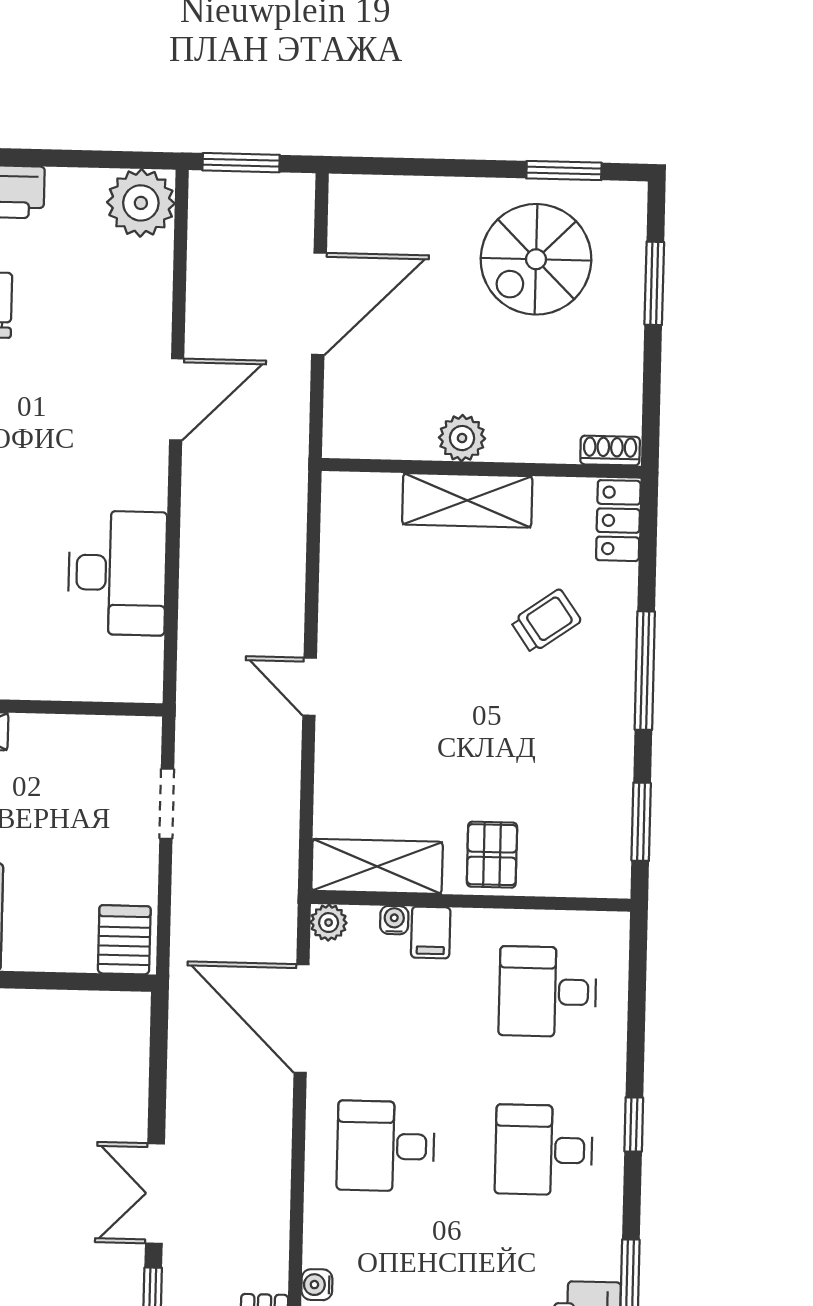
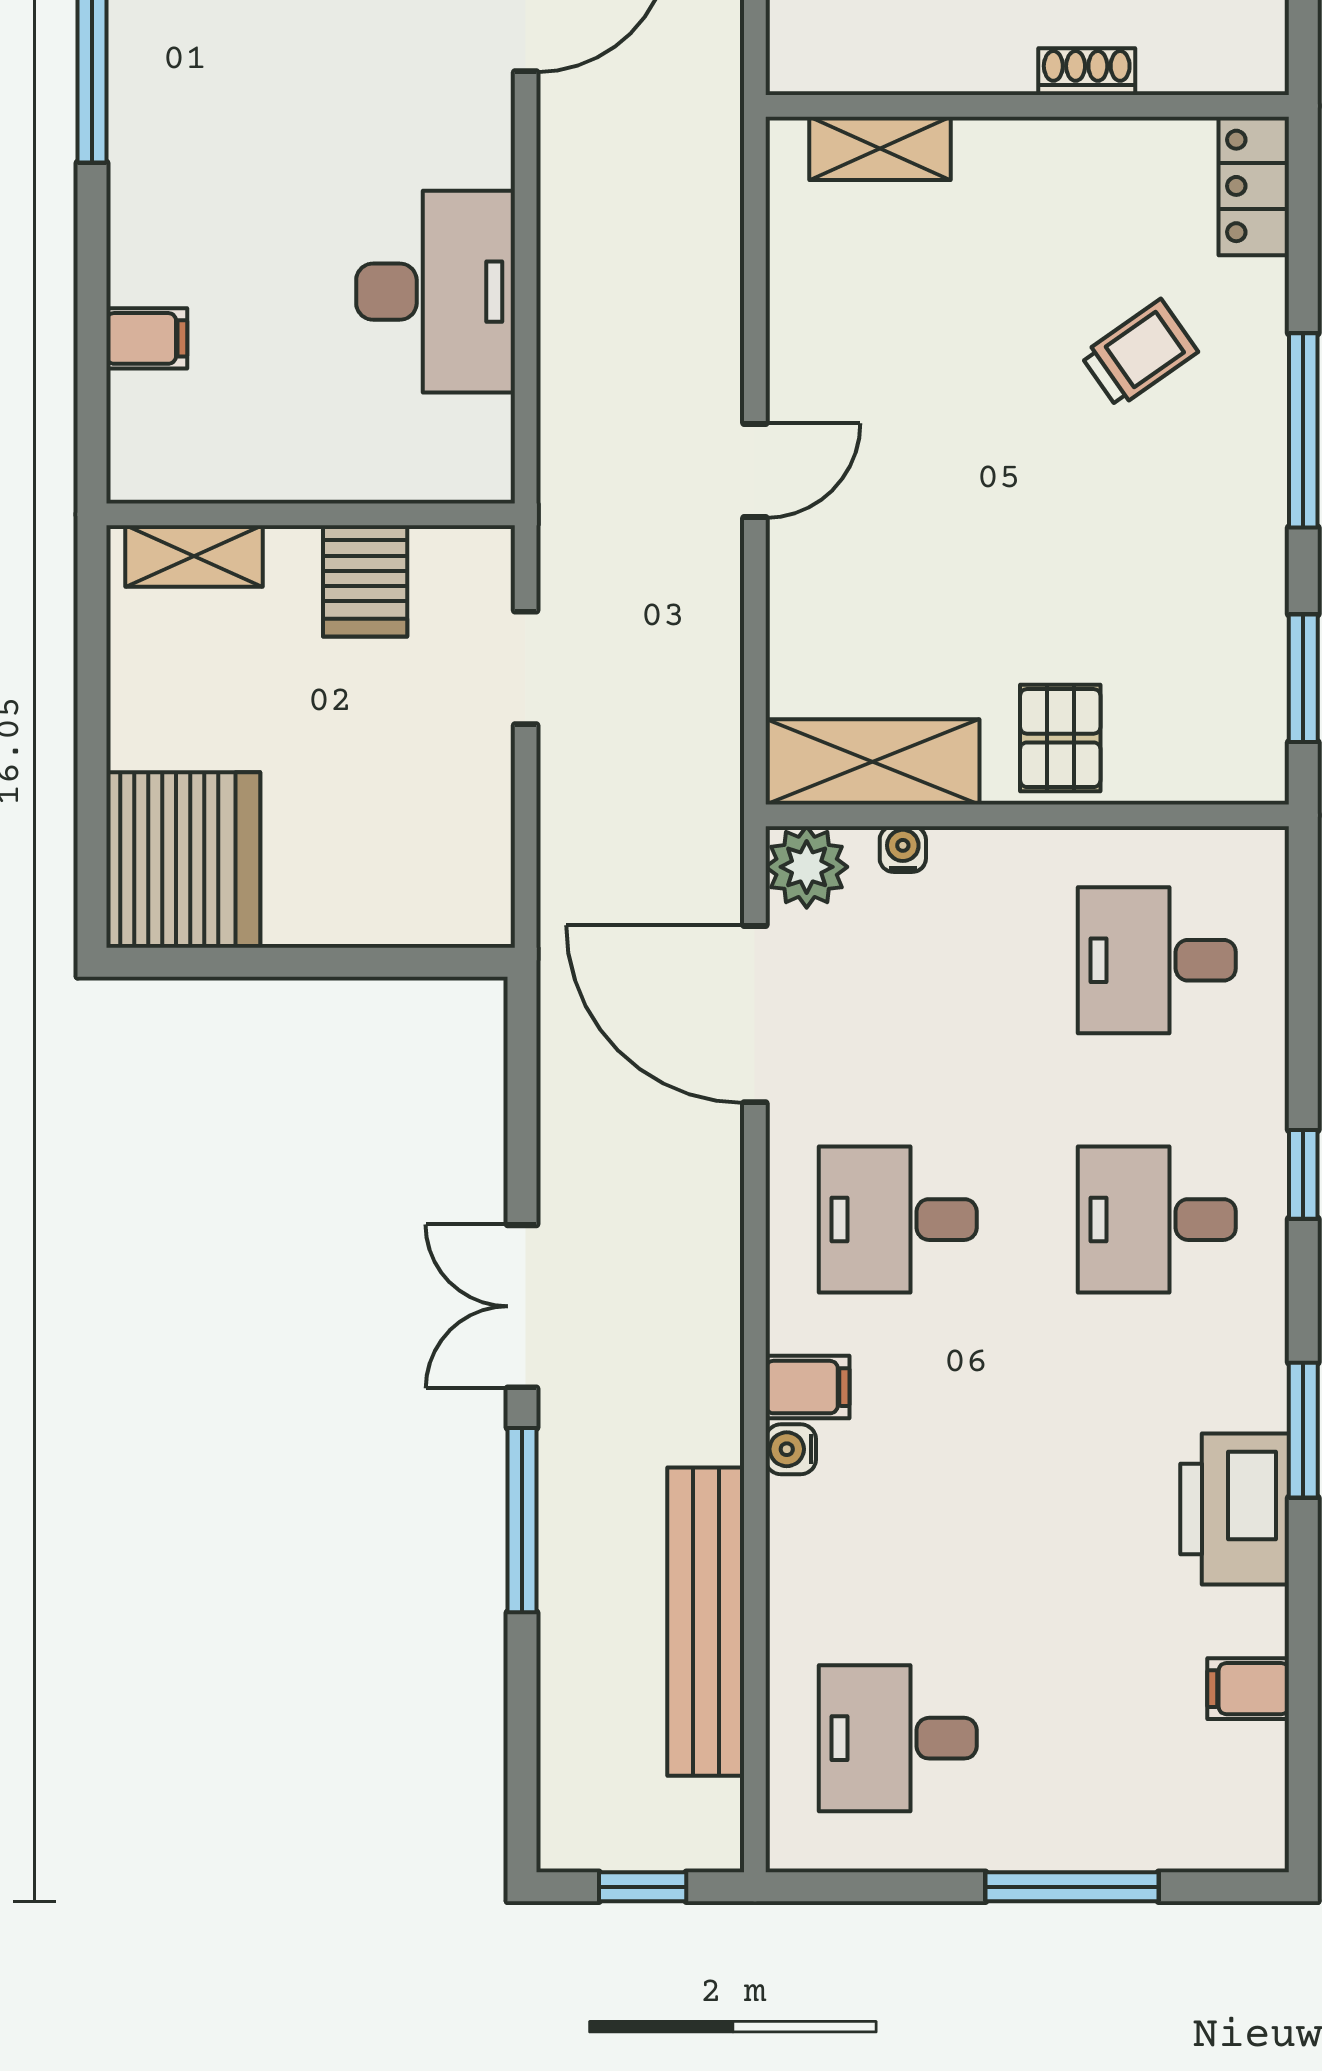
plant: (462, 438) -> (995, 57), removed
shoe rack: (610, 451) -> (1087, 72), moved
shelving: (467, 500) -> (880, 148), moved, width x0.67, depth x0.75
door: (310, 687) -> (755, 470), swing flipped
plant: (329, 923) -> (807, 867), width x1.38, depth x1.38
filing cabinet: (431, 932) -> (808, 1387), moved, turned -90
server rack: (124, 940) -> (365, 581), moved, turned 180

